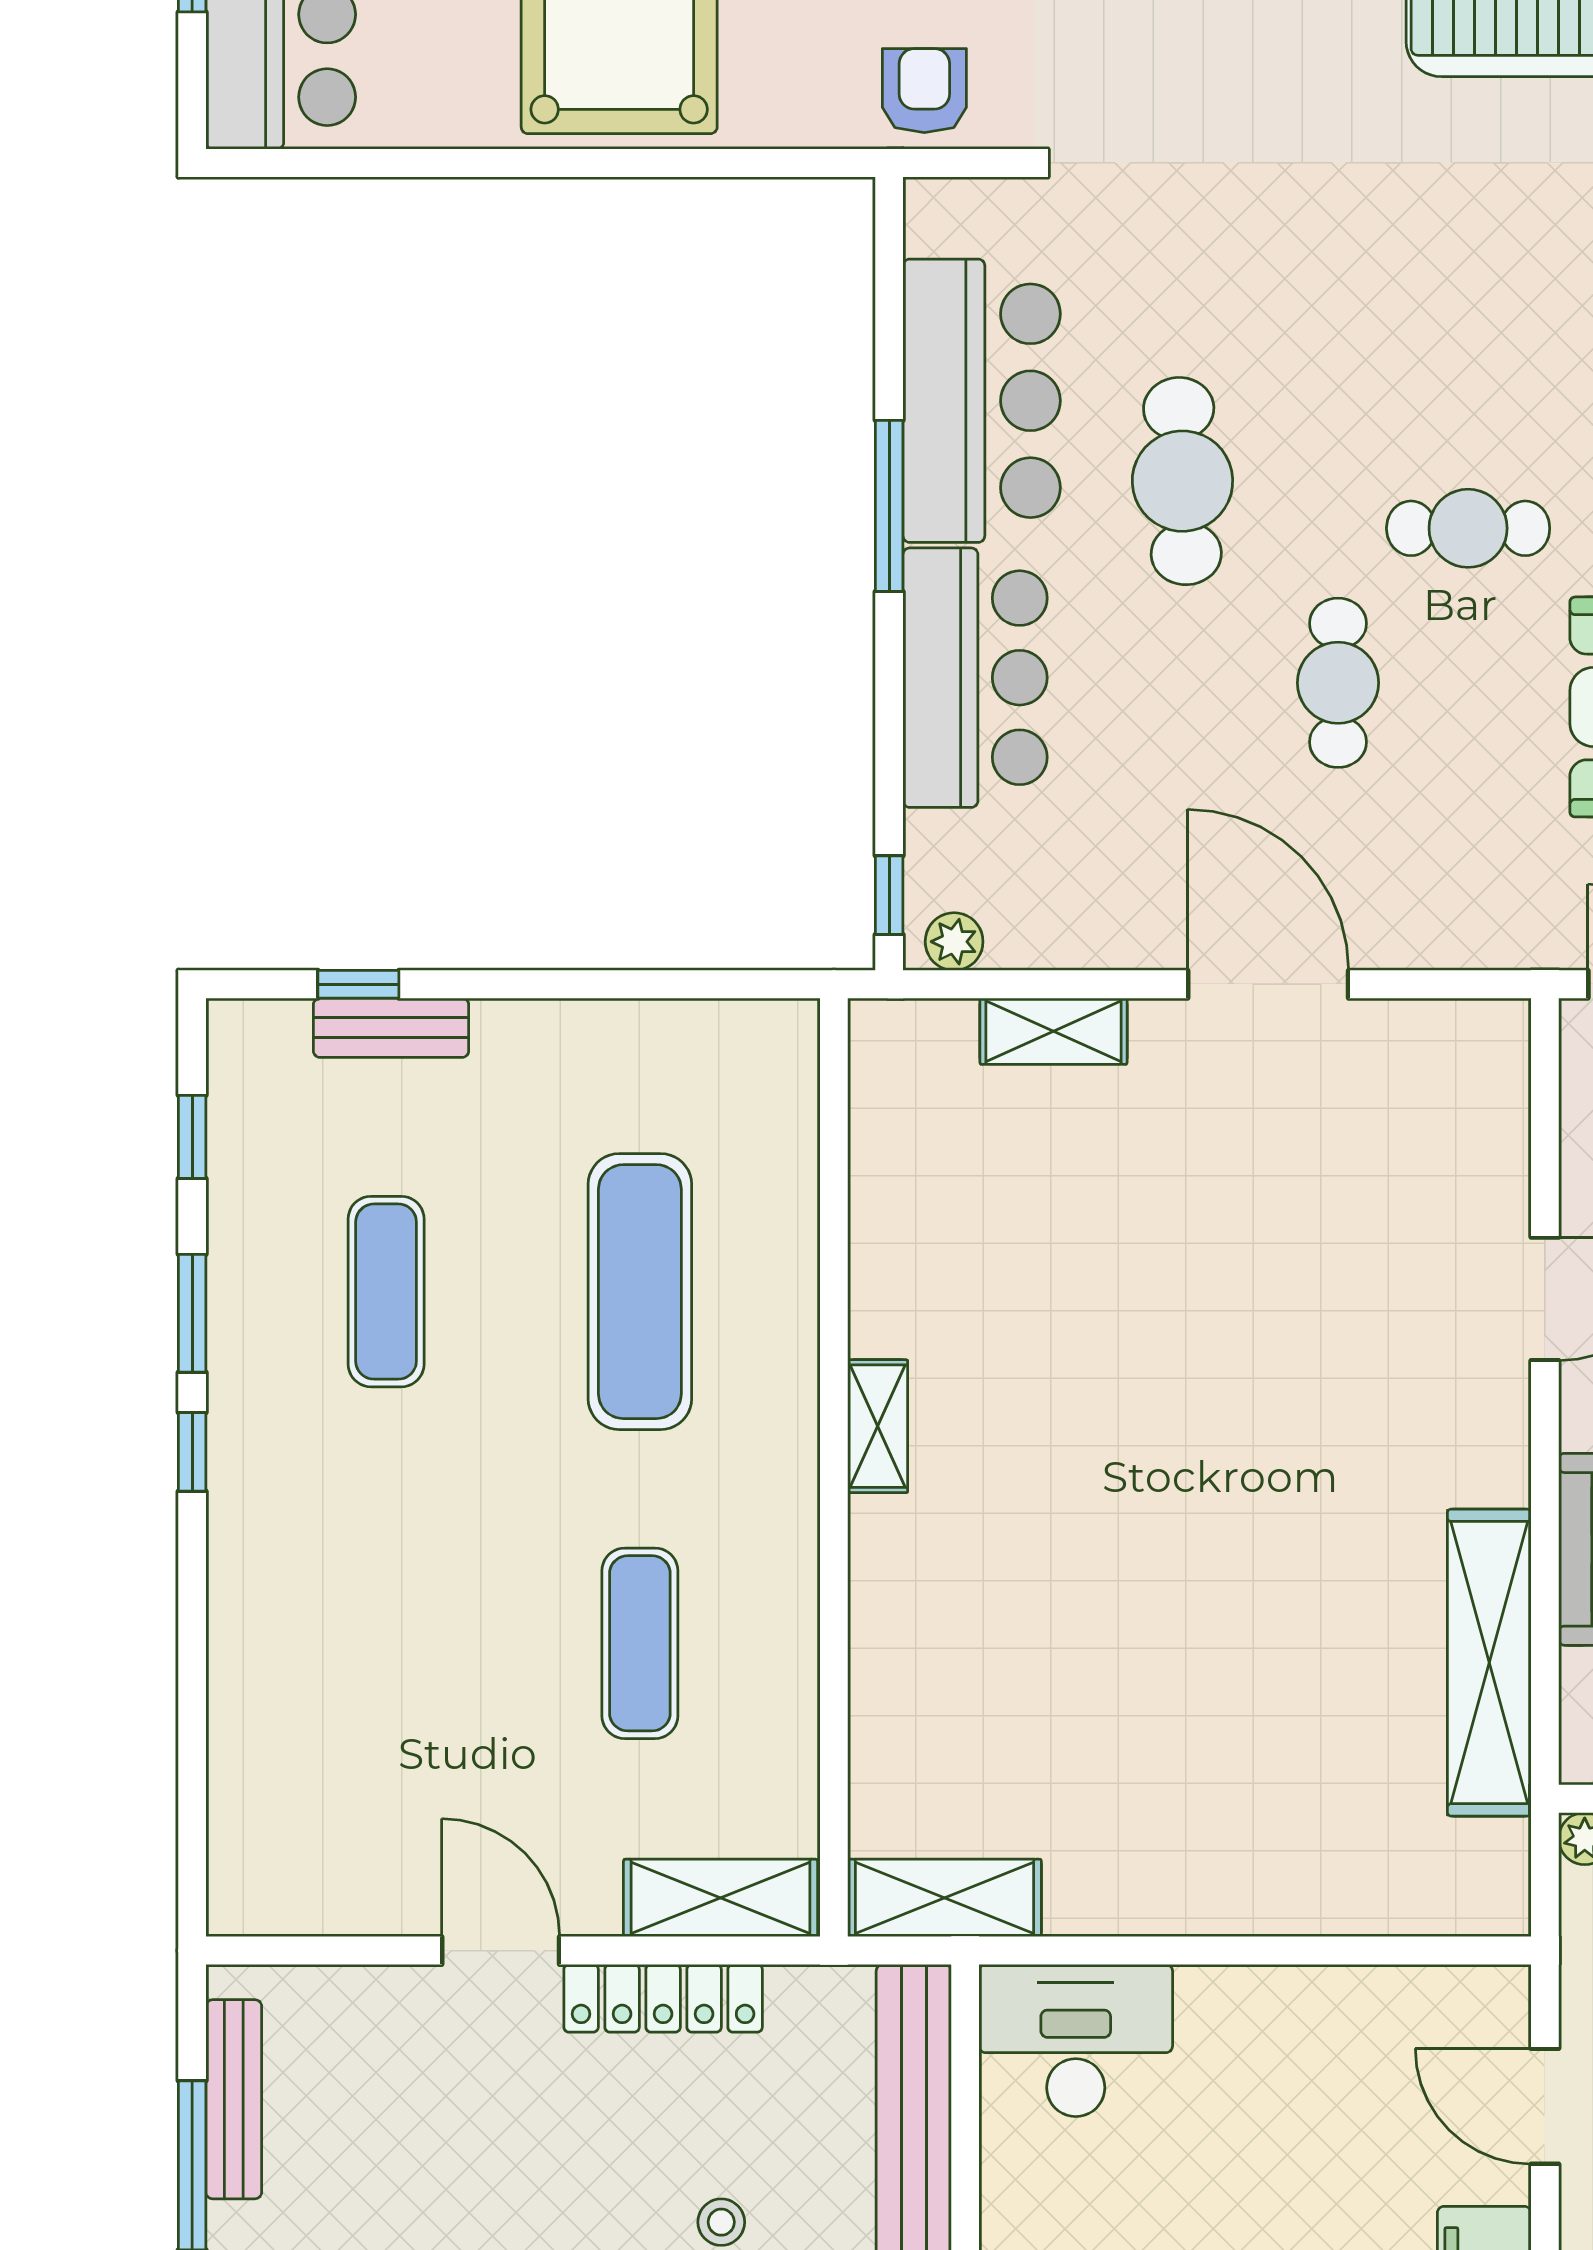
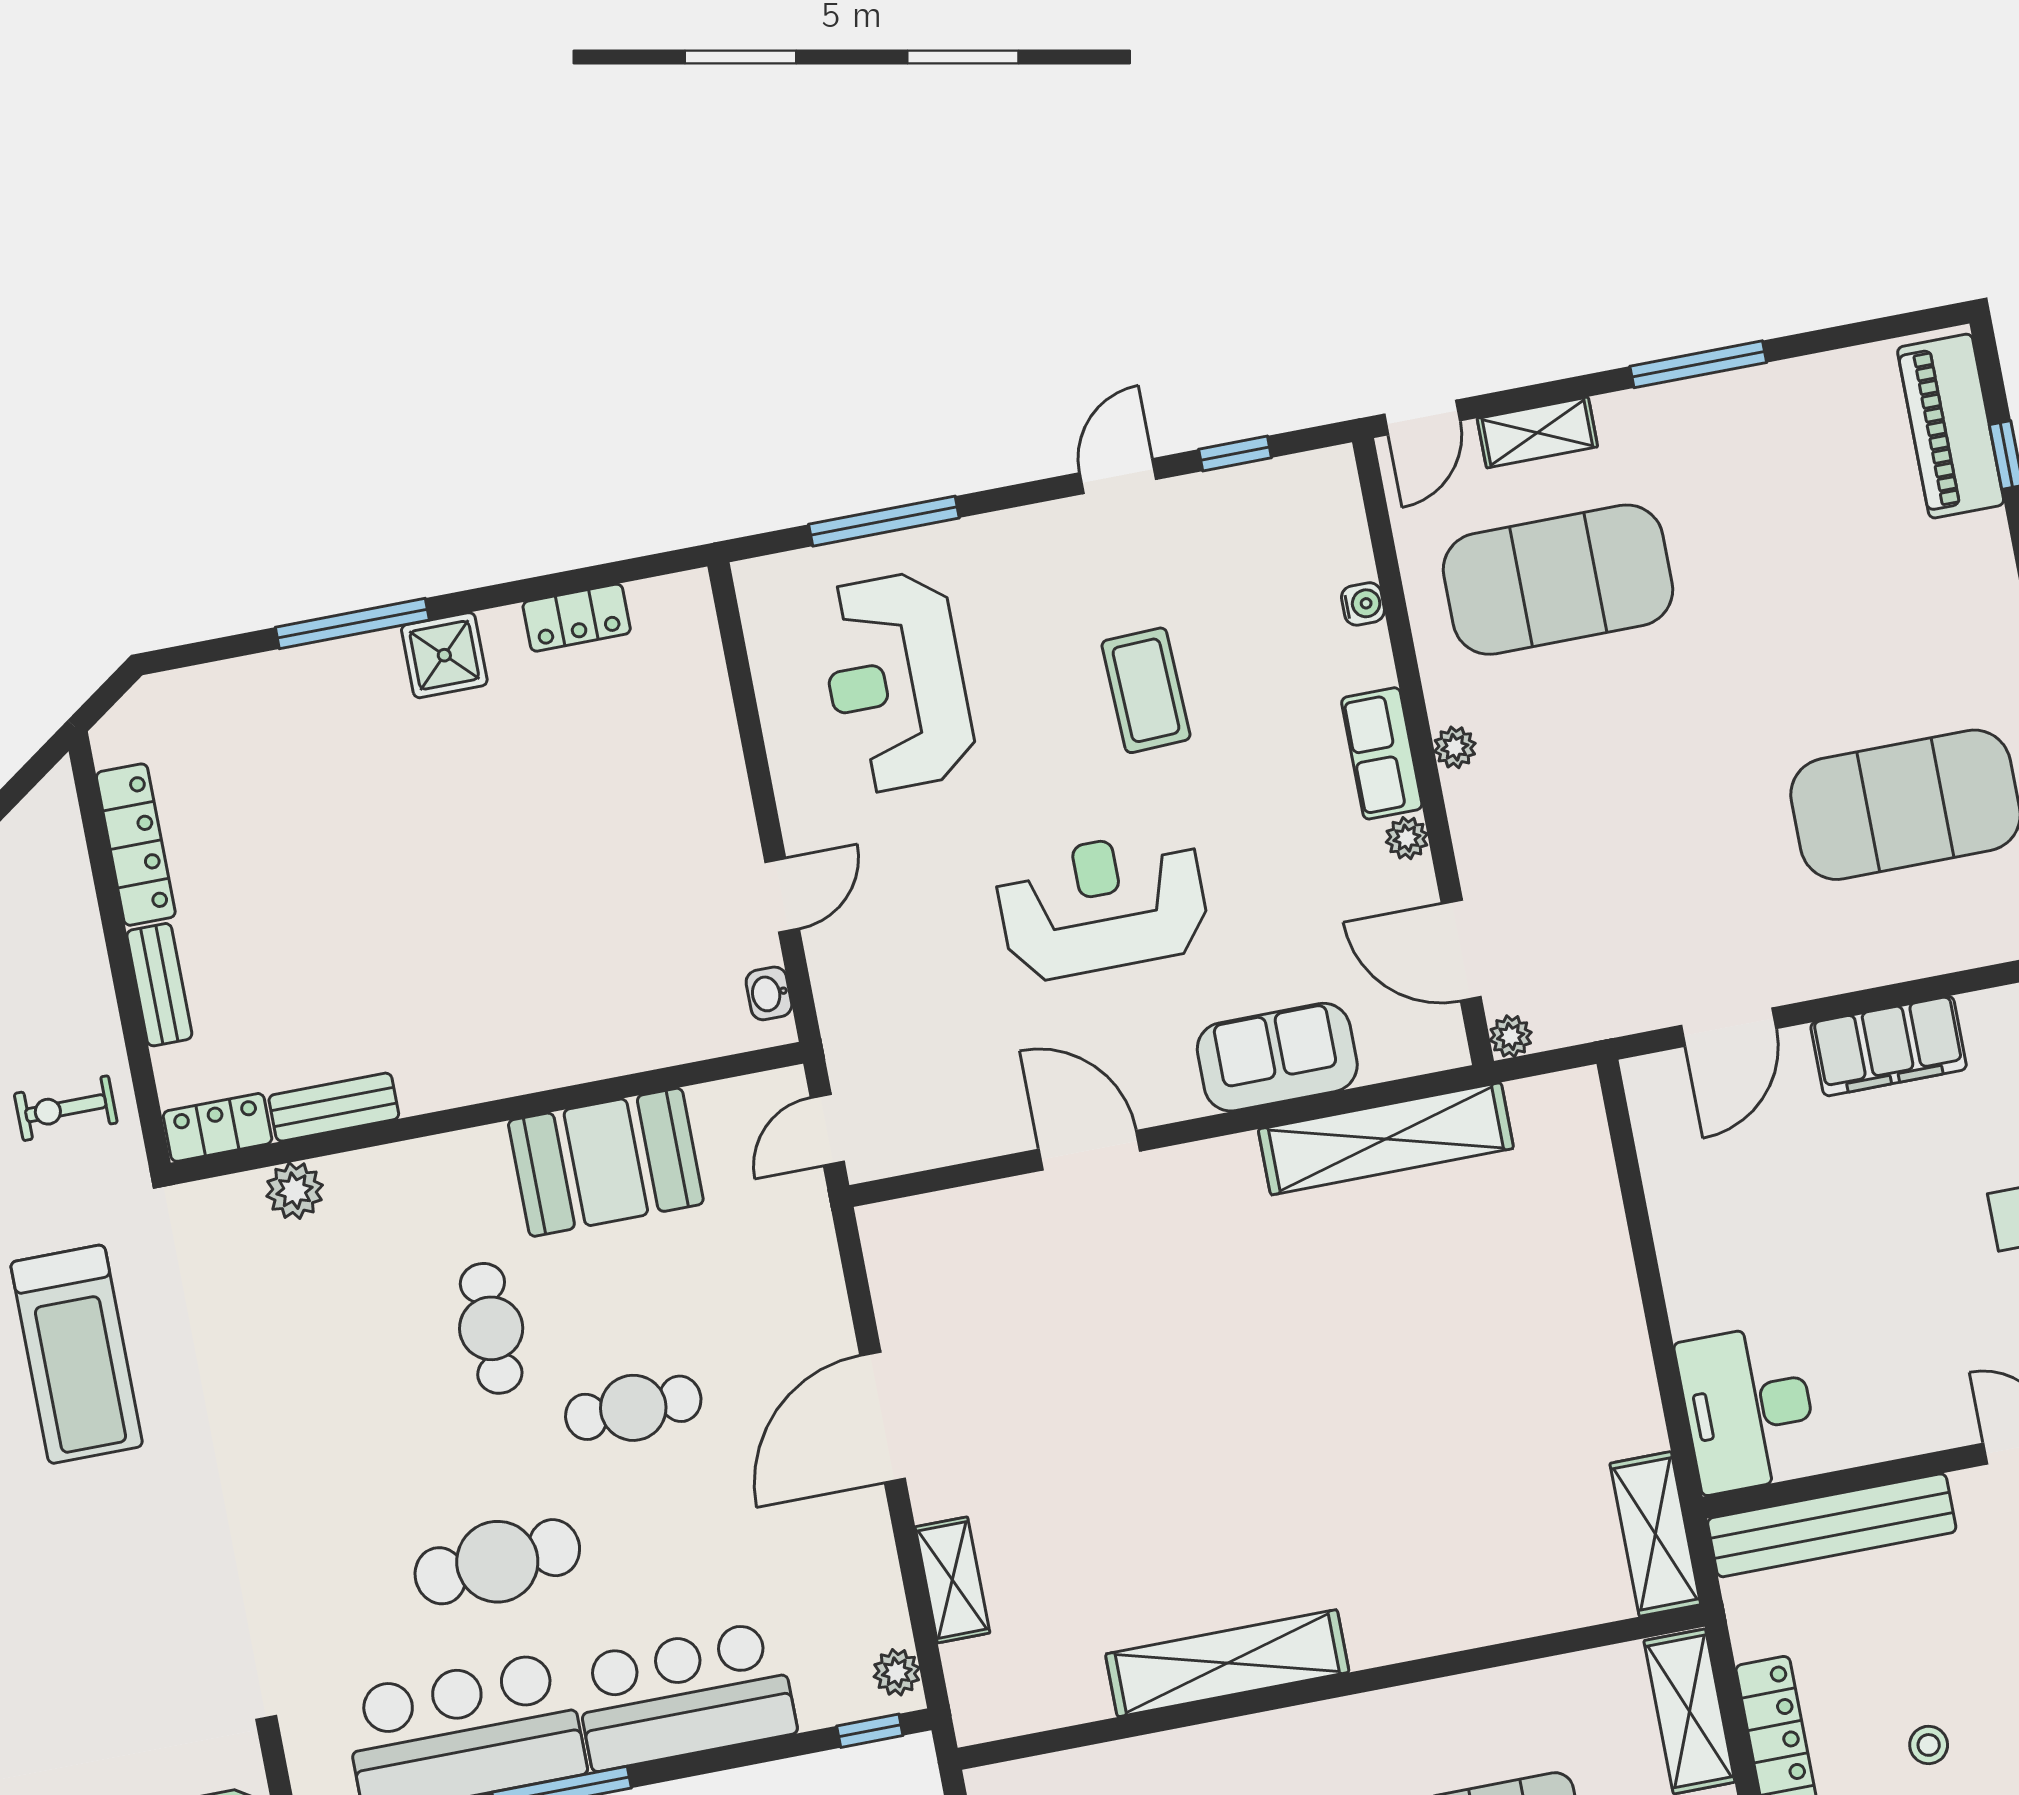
shelving: (878, 1426) -> (1227, 1663), width x2.20, depth x1.33
stool: (721, 2222) -> (1929, 1745), moved

